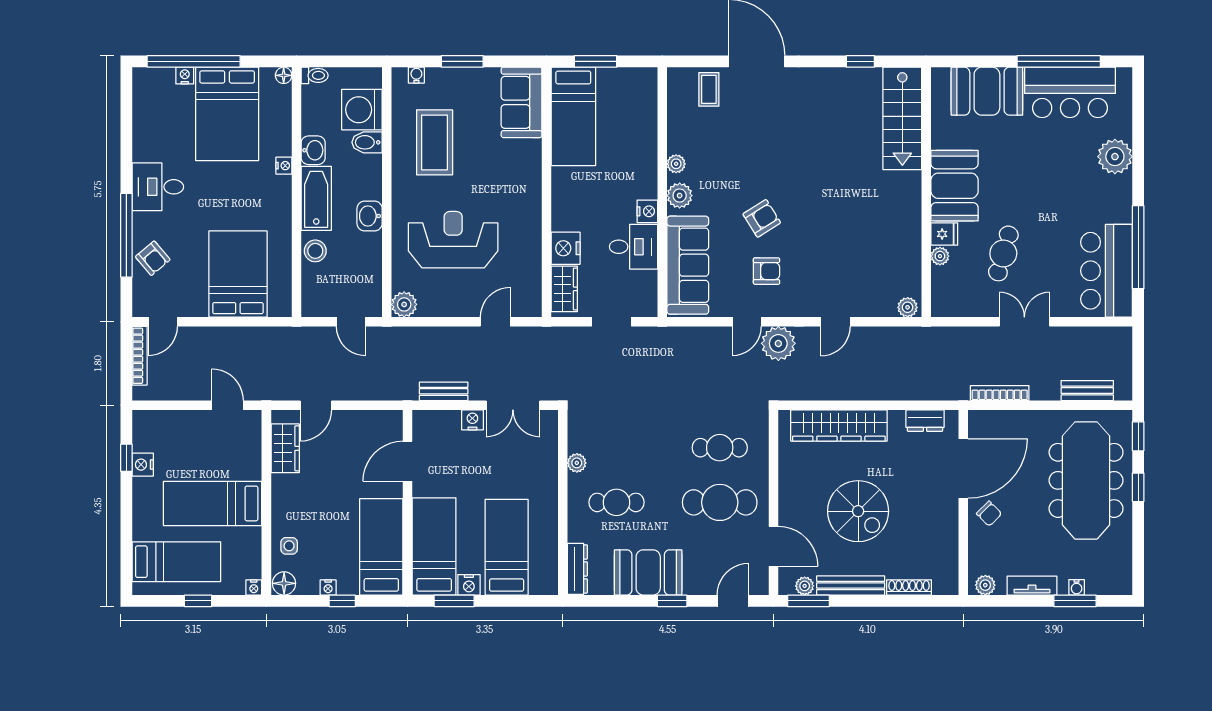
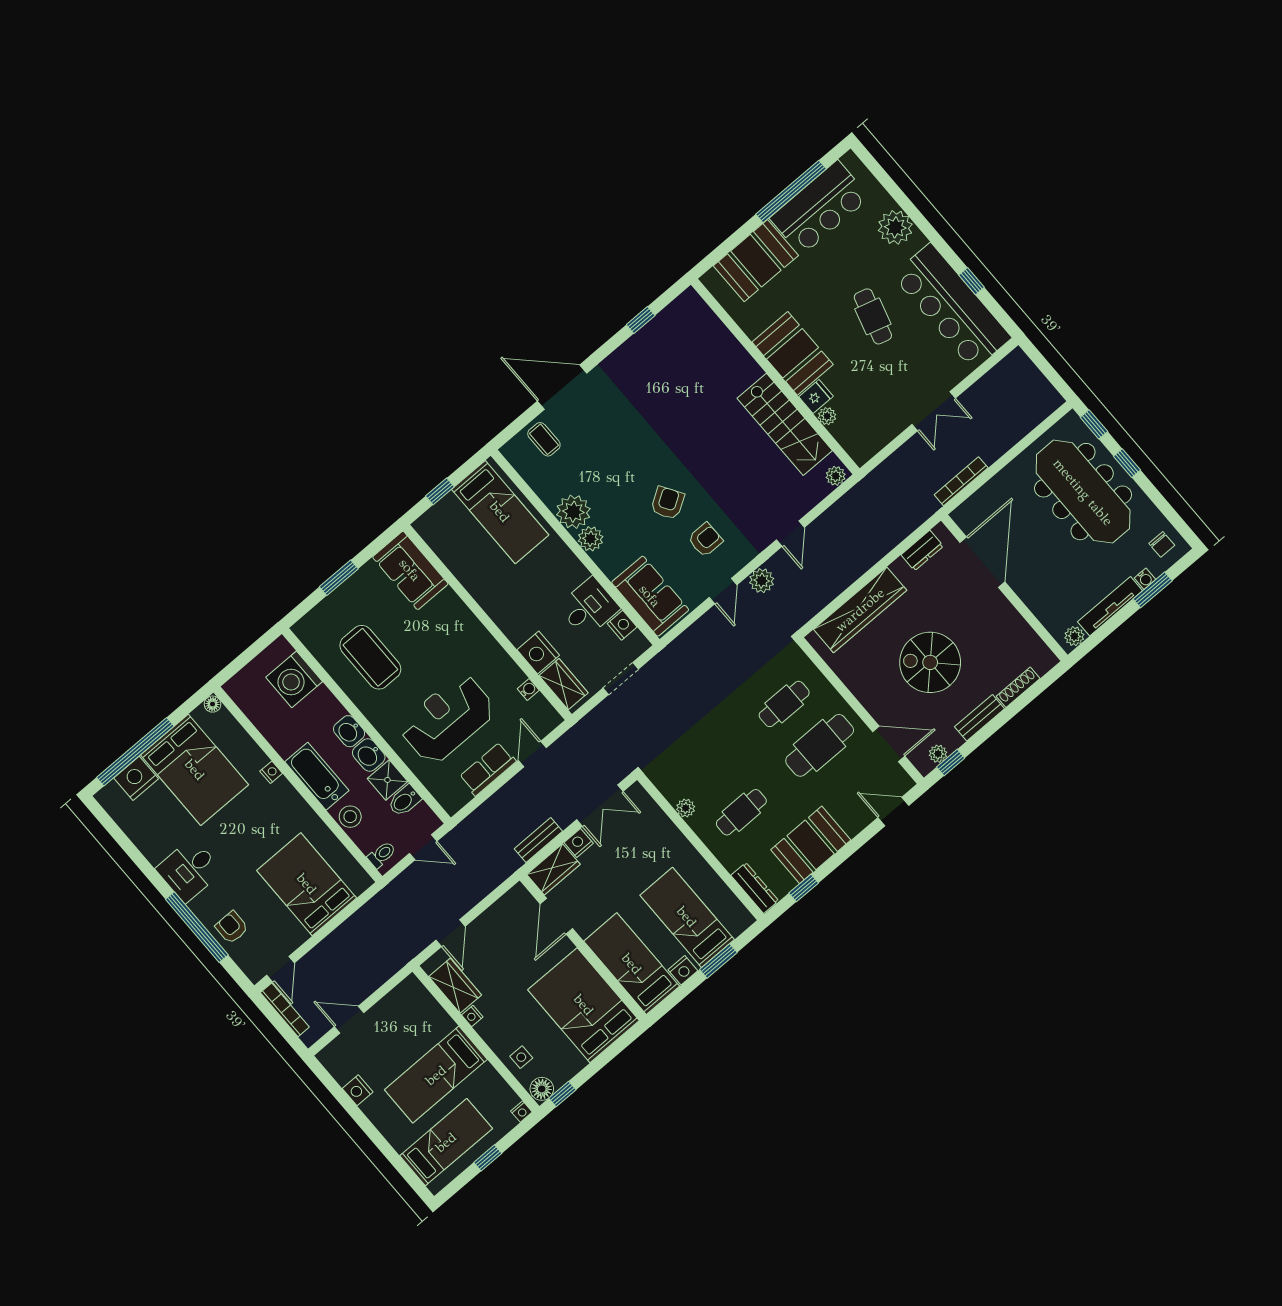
window: (596, 61) -> (440, 491), width x0.67
toilet: (315, 75) -> (382, 855), moved
water cooler: (416, 75) -> (528, 689), moved, turned 90
nightstand: (185, 76) -> (136, 778), width x1.89, depth x1.79
bed: (573, 116) -> (500, 512), moved
stairs: (902, 118) -> (785, 424), moved
bidet: (367, 142) -> (404, 801), moved
washbasin: (313, 150) -> (349, 731), moved, turned 180
plant: (676, 164) -> (573, 512), width x1.87, depth x1.87
nightstand: (647, 211) -> (622, 625), moved
shower: (368, 247) -> (387, 780), added
window: (1138, 247) -> (972, 281), width x0.32
cafe table: (1003, 253) -> (873, 316), moved
armchair: (153, 258) -> (232, 927), turned -140
sofa: (688, 265) -> (650, 596), width x0.73
bar counter: (1107, 271) -> (952, 307), width x1.36
plant: (404, 304) -> (452, 800), removed
row of seats: (451, 304) -> (488, 769), added
double door: (1024, 322) -> (934, 411), swing flipped
plant: (778, 343) -> (762, 581), width x0.73, depth x0.73
bench: (1087, 391) -> (1026, 423), removed
door: (227, 405) -> (349, 1020), moved
wardrobe: (436, 424) -> (553, 869), added
window: (126, 458) -> (341, 1096), removed
spiral stairs: (858, 511) -> (930, 662), turned 180
chair: (989, 514) -> (1162, 544), moved, turned 45
bed: (381, 547) -> (584, 1005), width x1.50
bench: (851, 586) -> (980, 718), width x0.73
tv unit: (1032, 586) -> (1110, 606), width x1.41
nightstand: (328, 587) -> (472, 1016), moved, turned 90
window: (342, 601) -> (562, 1094), moved
window: (454, 601) -> (718, 961), moved
window: (672, 601) -> (804, 888), moved
door: (733, 601) -> (893, 811), hinge flipped
window: (808, 601) -> (951, 763), width x0.67

